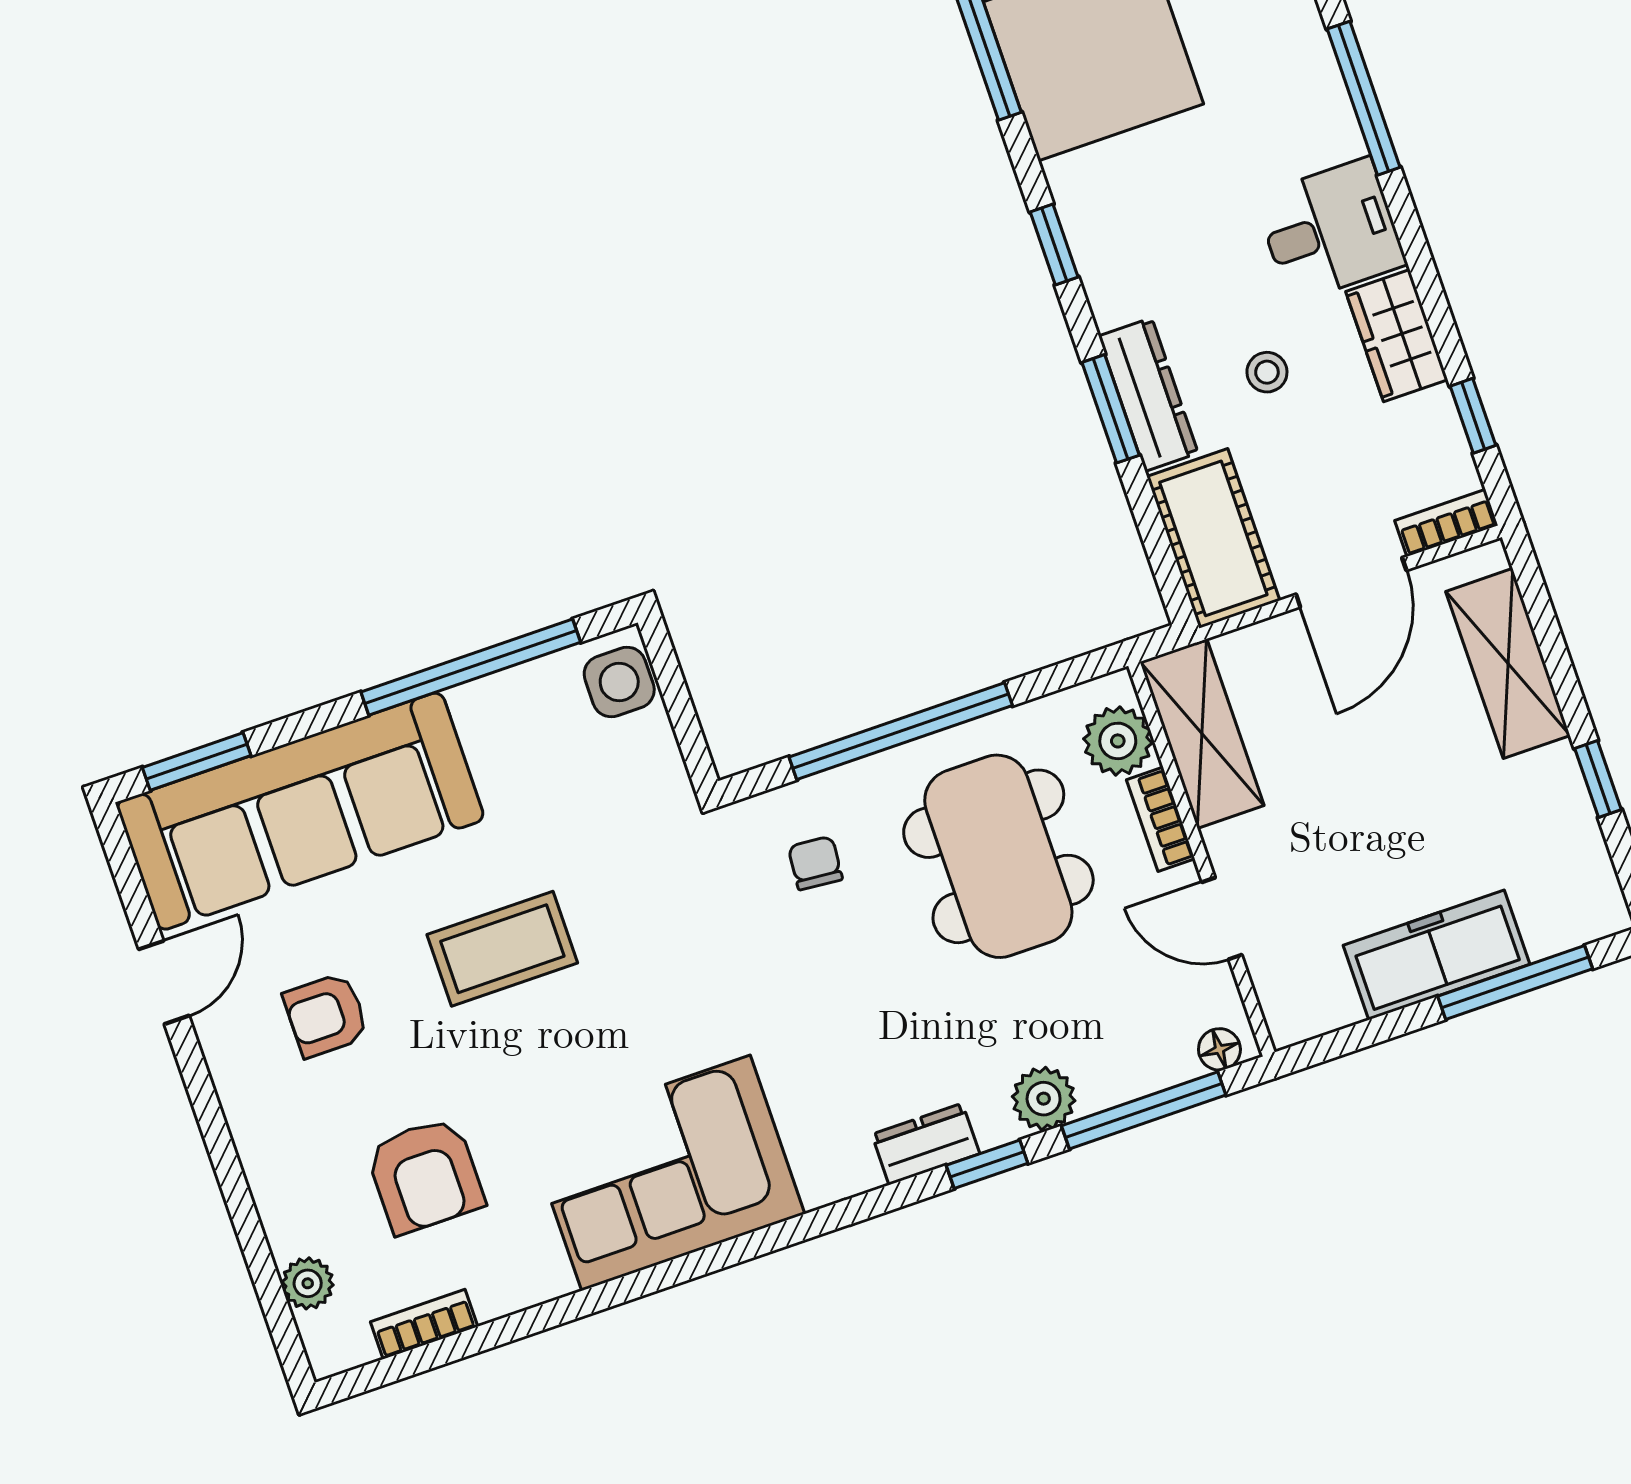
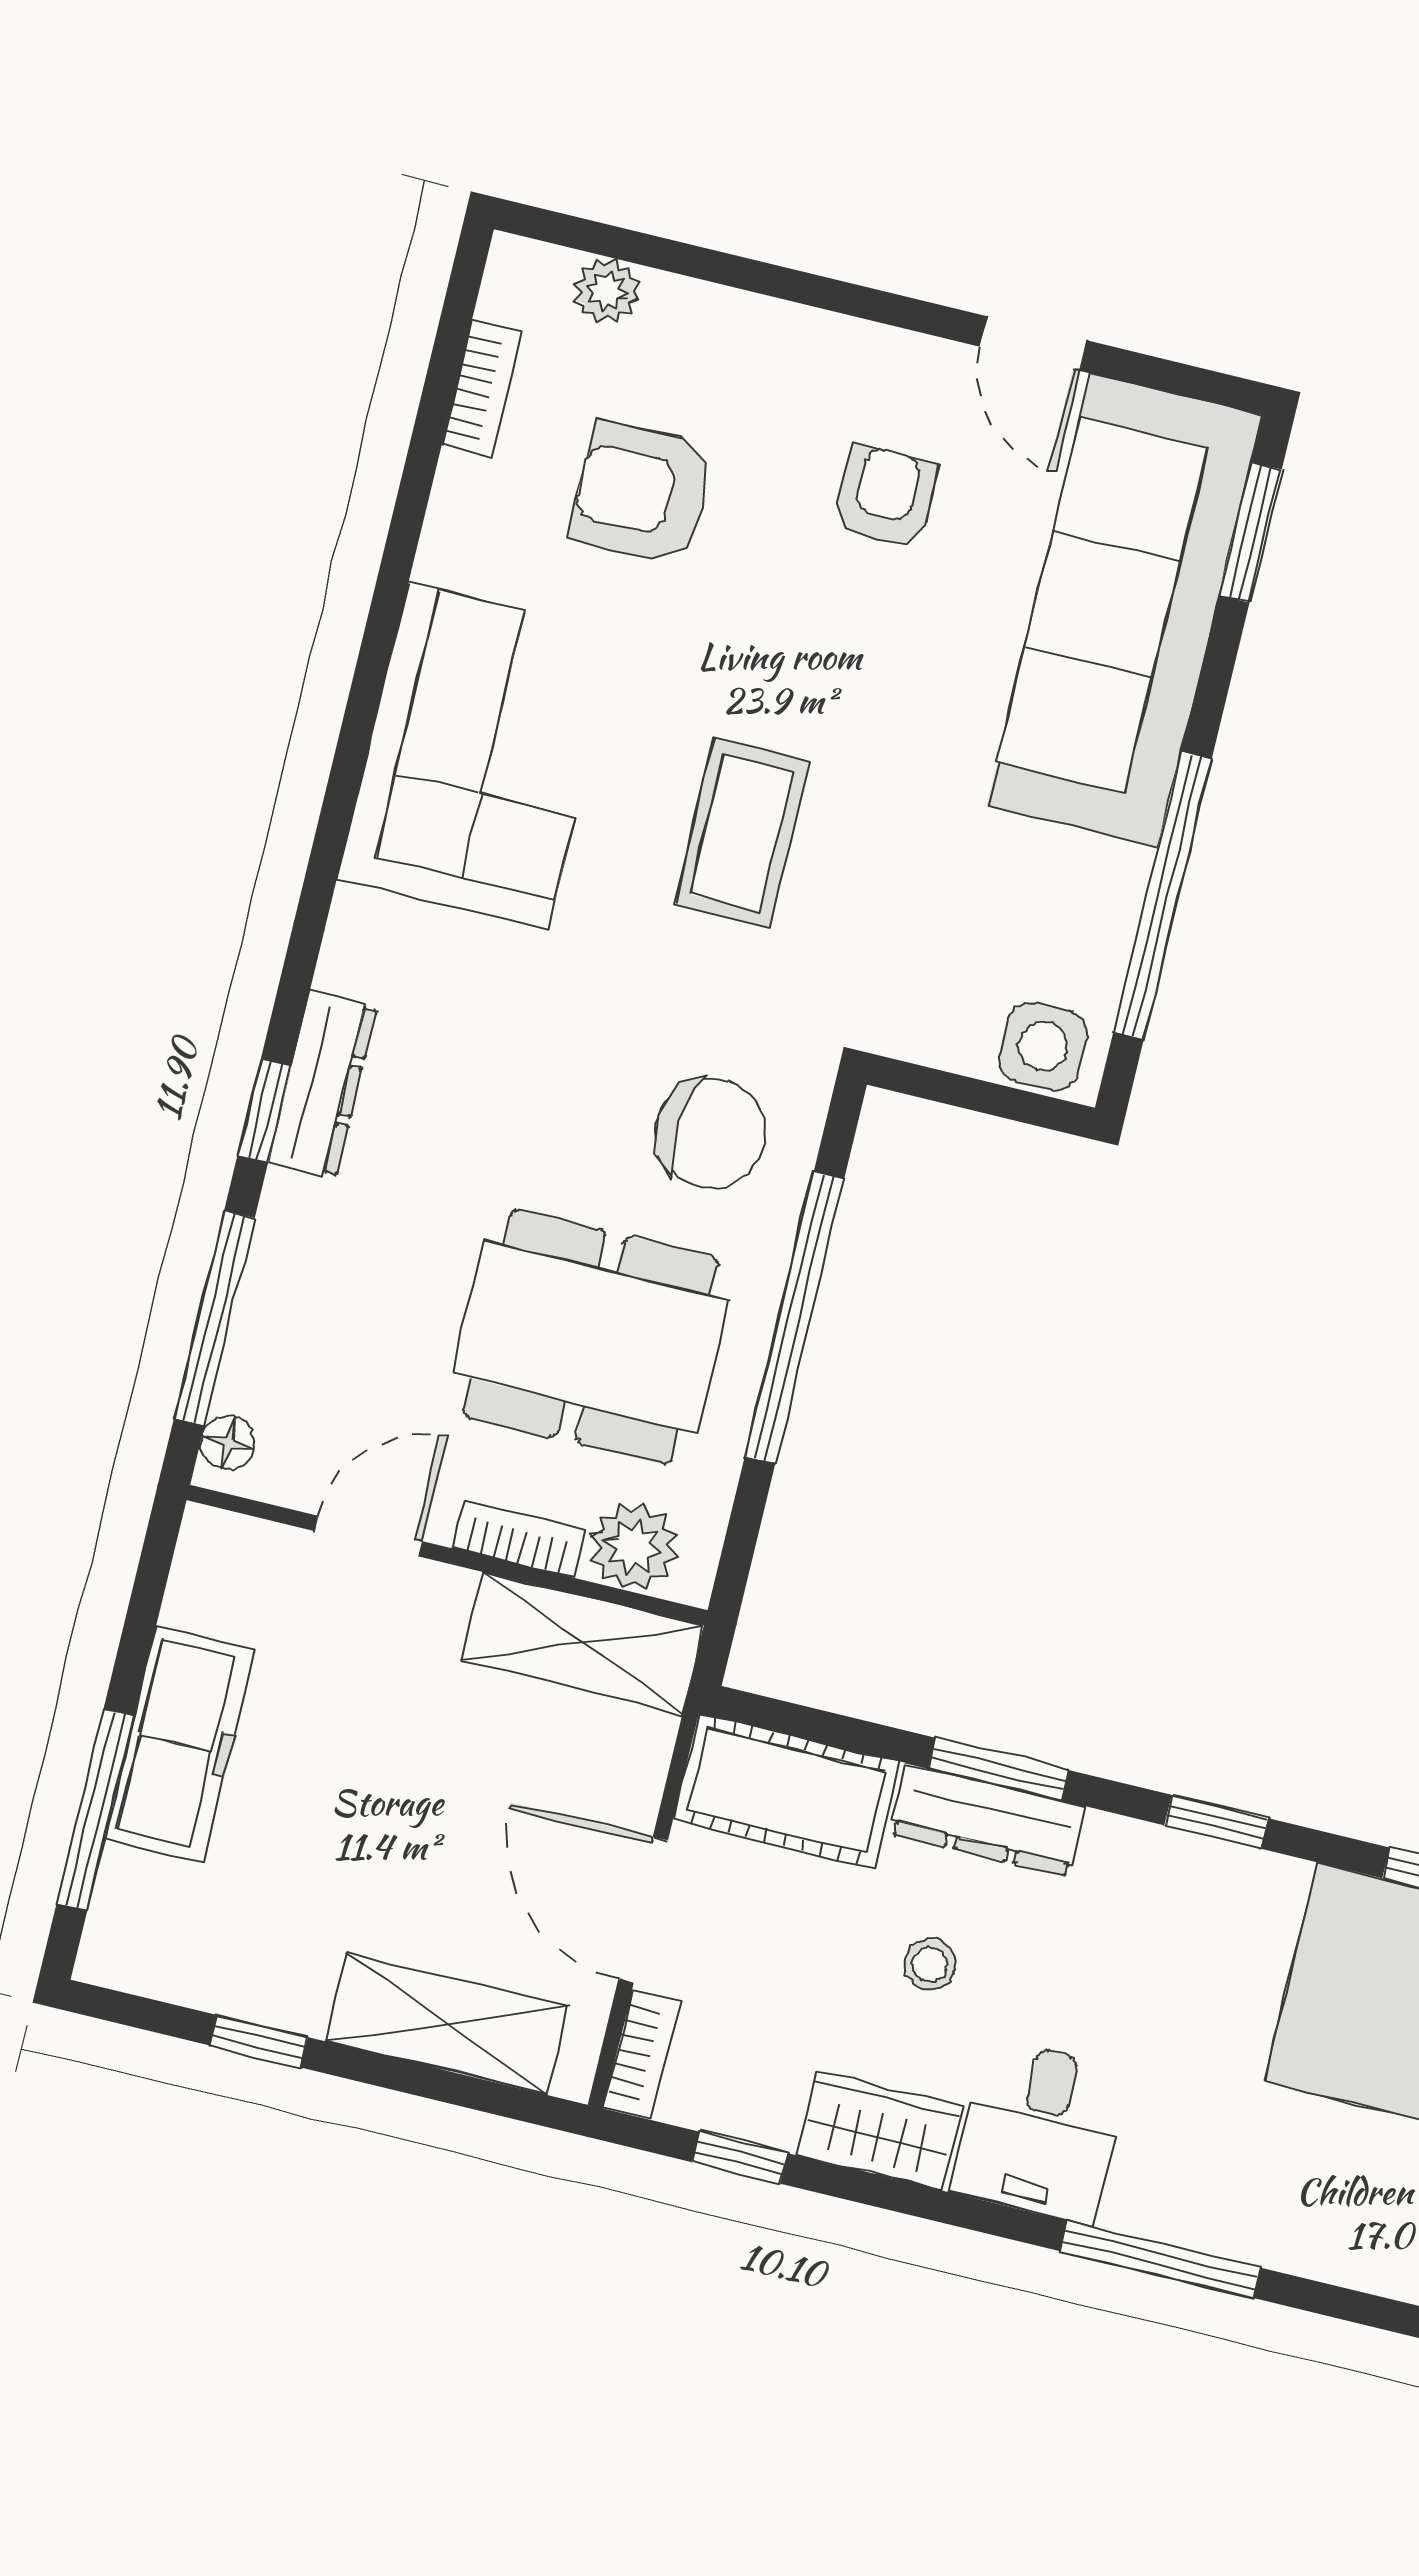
chair: (815, 863) -> (711, 1133), width x1.87, depth x1.87
coffee table: (502, 949) -> (742, 833), moved
plant: (1044, 1099) -> (297, 1218), removed
dresser: (926, 1144) -> (323, 1084), width x1.44

